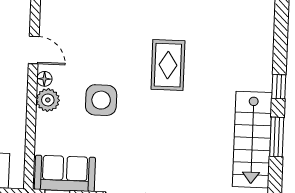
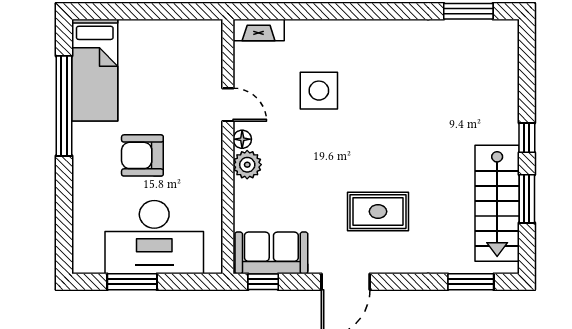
rug: (168, 65) -> (378, 212), moved, turned 90
side table: (101, 100) -> (319, 91), moved

